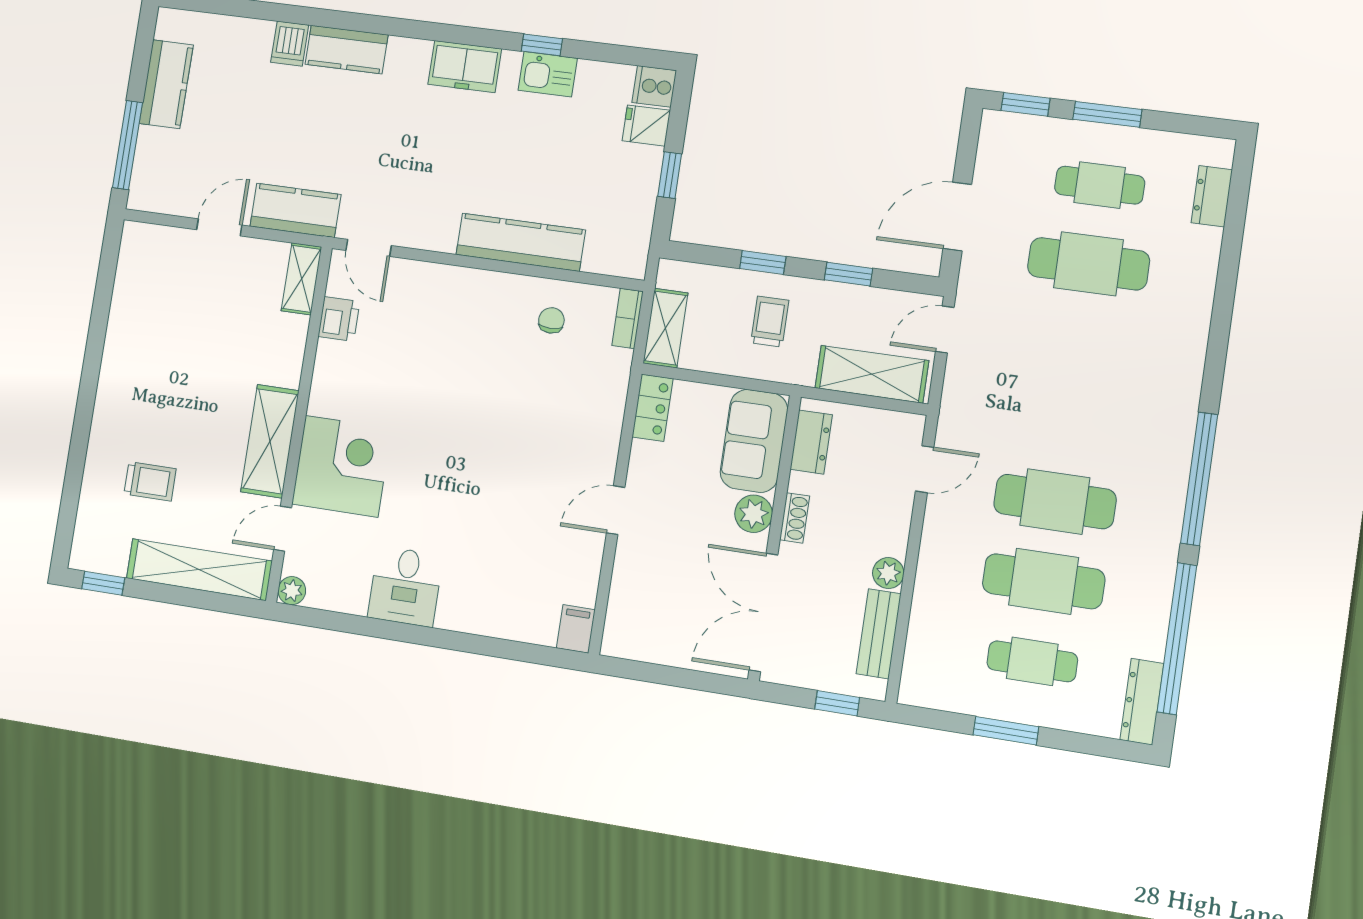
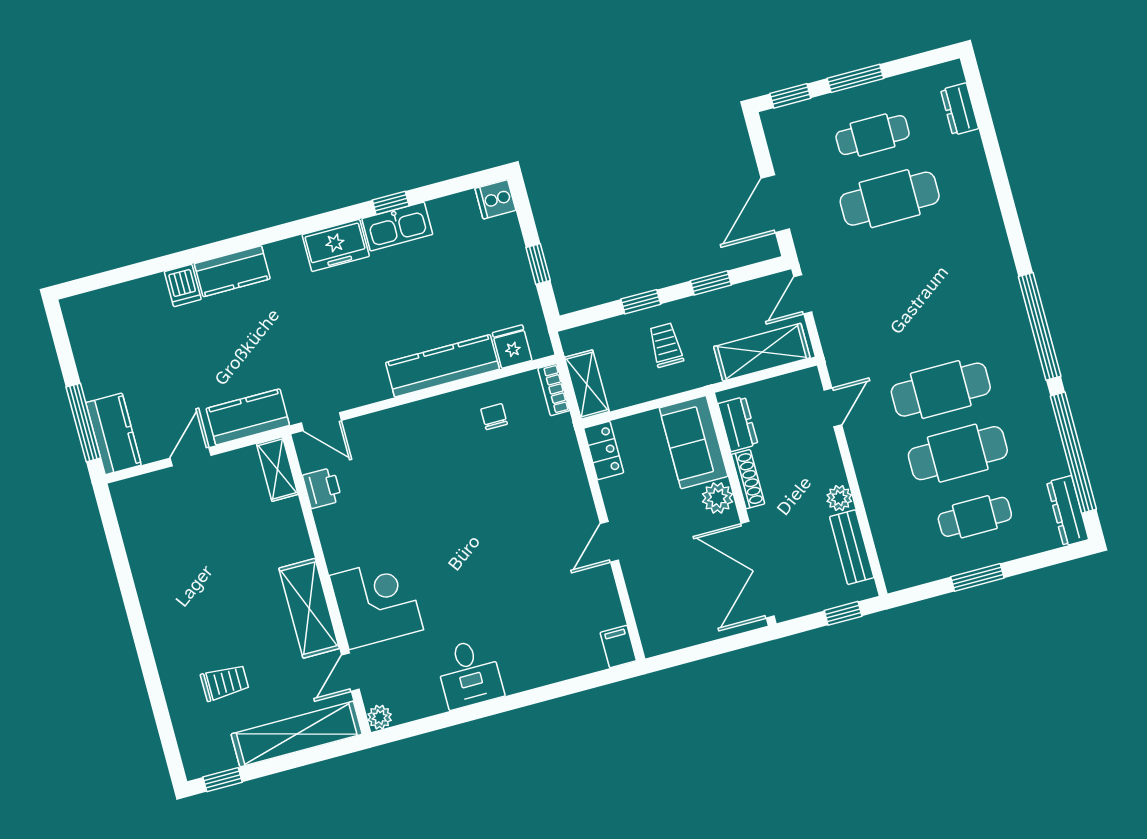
kitchen sink: (548, 74) -> (397, 227), width x1.38
kitchen counter: (166, 84) -> (114, 434), moved
fridge: (646, 126) -> (512, 347), moved, turned 90
shoe rack: (795, 518) -> (748, 479), width x1.43

